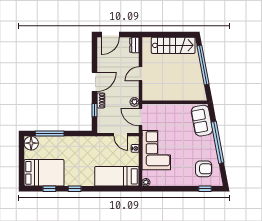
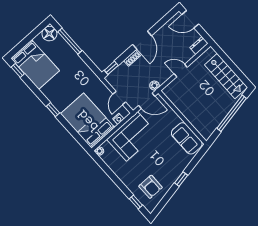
door: (95, 82) -> (142, 40), hinge flipped
window: (95, 110) -> (111, 68), moved
door: (140, 117) -> (147, 101), swing flipped
sofa: (202, 121) -> (187, 138), moved, turned -79
window: (217, 142) -> (181, 179), width x0.32
bed: (117, 176) -> (88, 121), width x1.50
window: (49, 189) -> (18, 70), moved
window: (75, 189) -> (53, 110), moved

